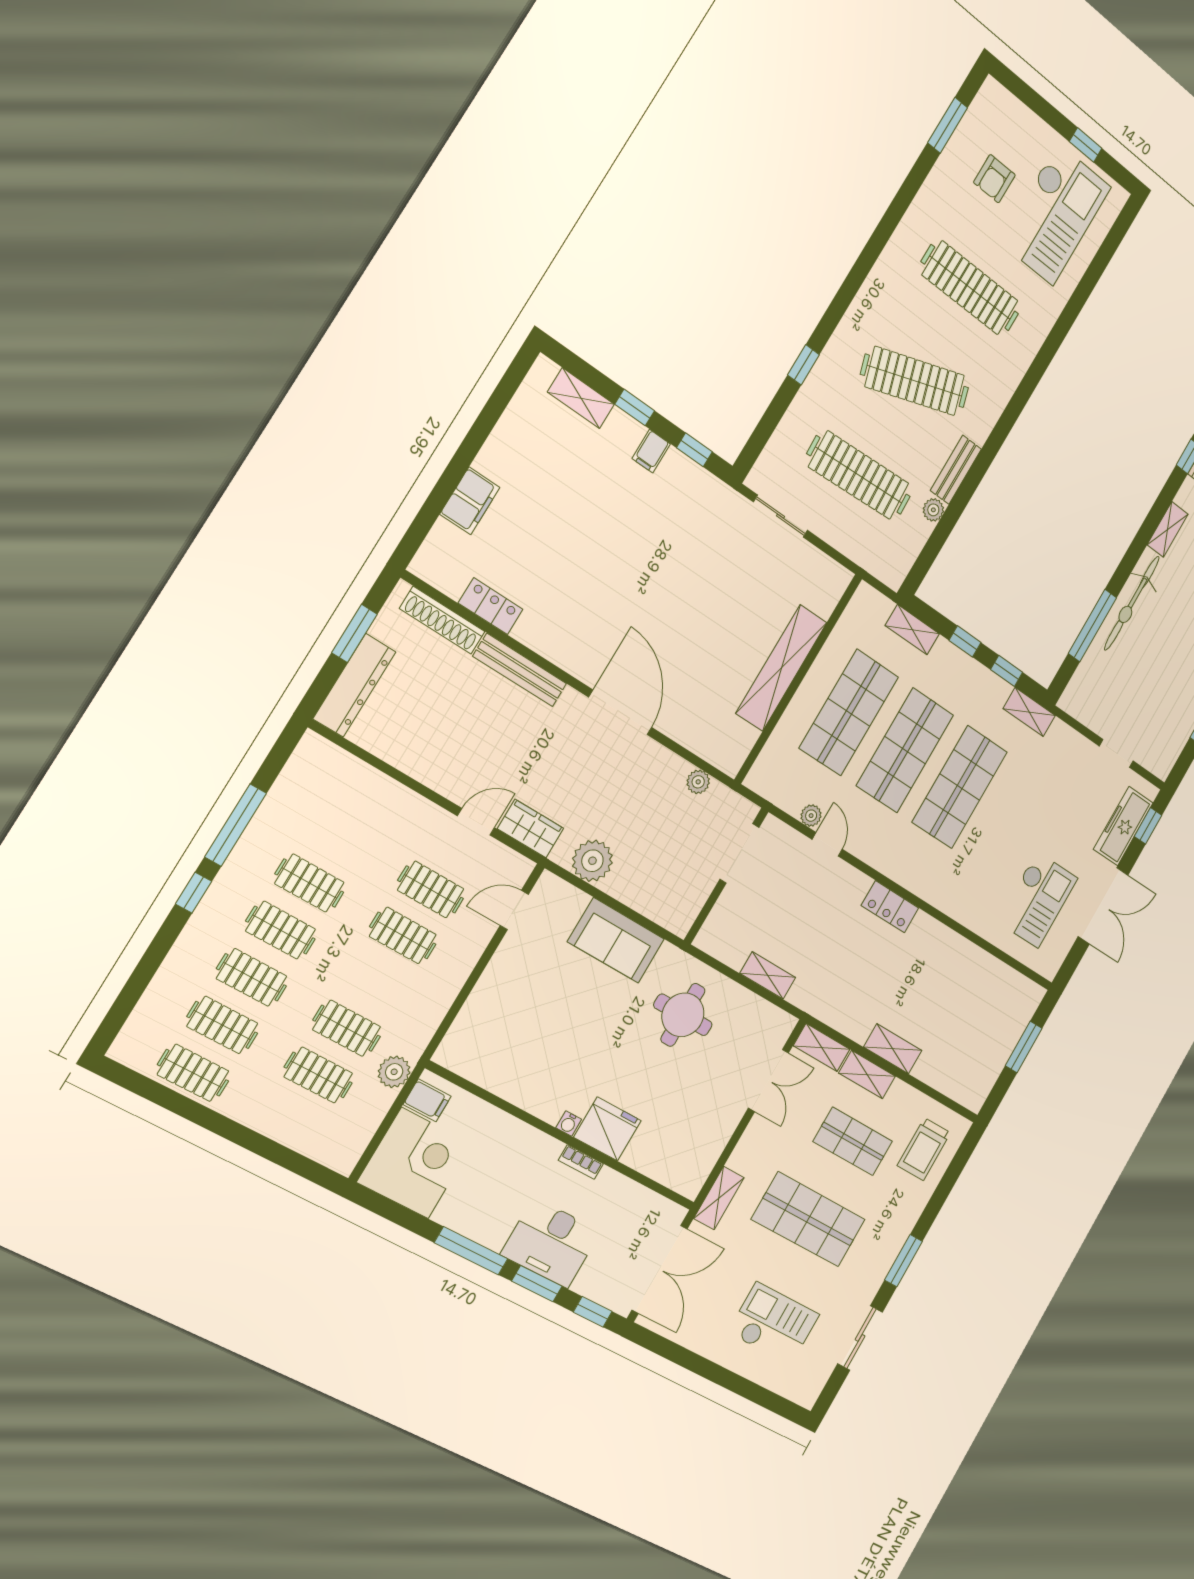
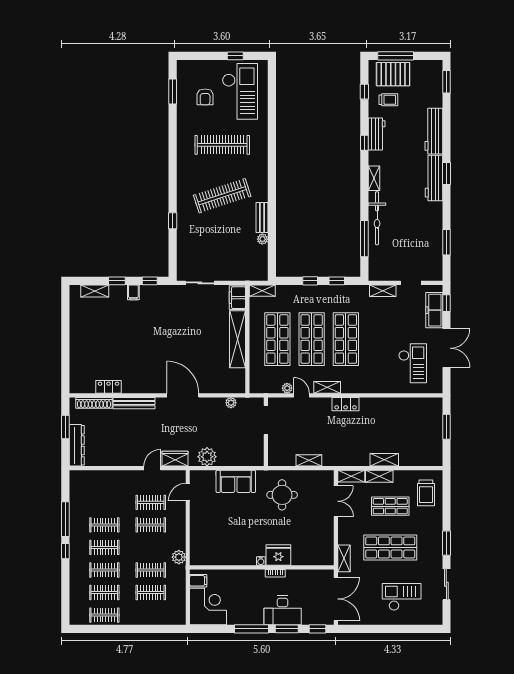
clothes rail: (859, 475) -> (222, 247), removed
filing cabinet: (470, 501) -> (237, 298), moved, turned 180
shelving: (912, 630) -> (262, 291), moved
shelving: (1029, 712) -> (383, 291), moved
shelving: (878, 857) -> (327, 387), added
plant: (394, 1072) -> (179, 557), moved

